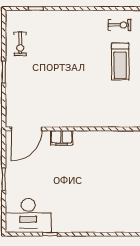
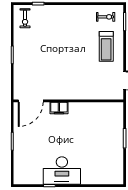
exercise bike: (20, 44) -> (25, 18), moved
desk: (28, 215) -> (62, 171), moved

